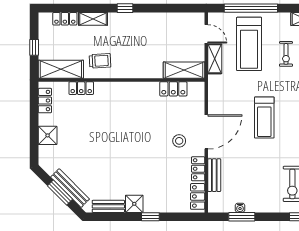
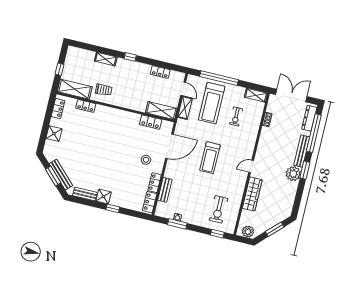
locker: (65, 19) -> (160, 72), moved
door: (206, 132) -> (169, 146), moved

